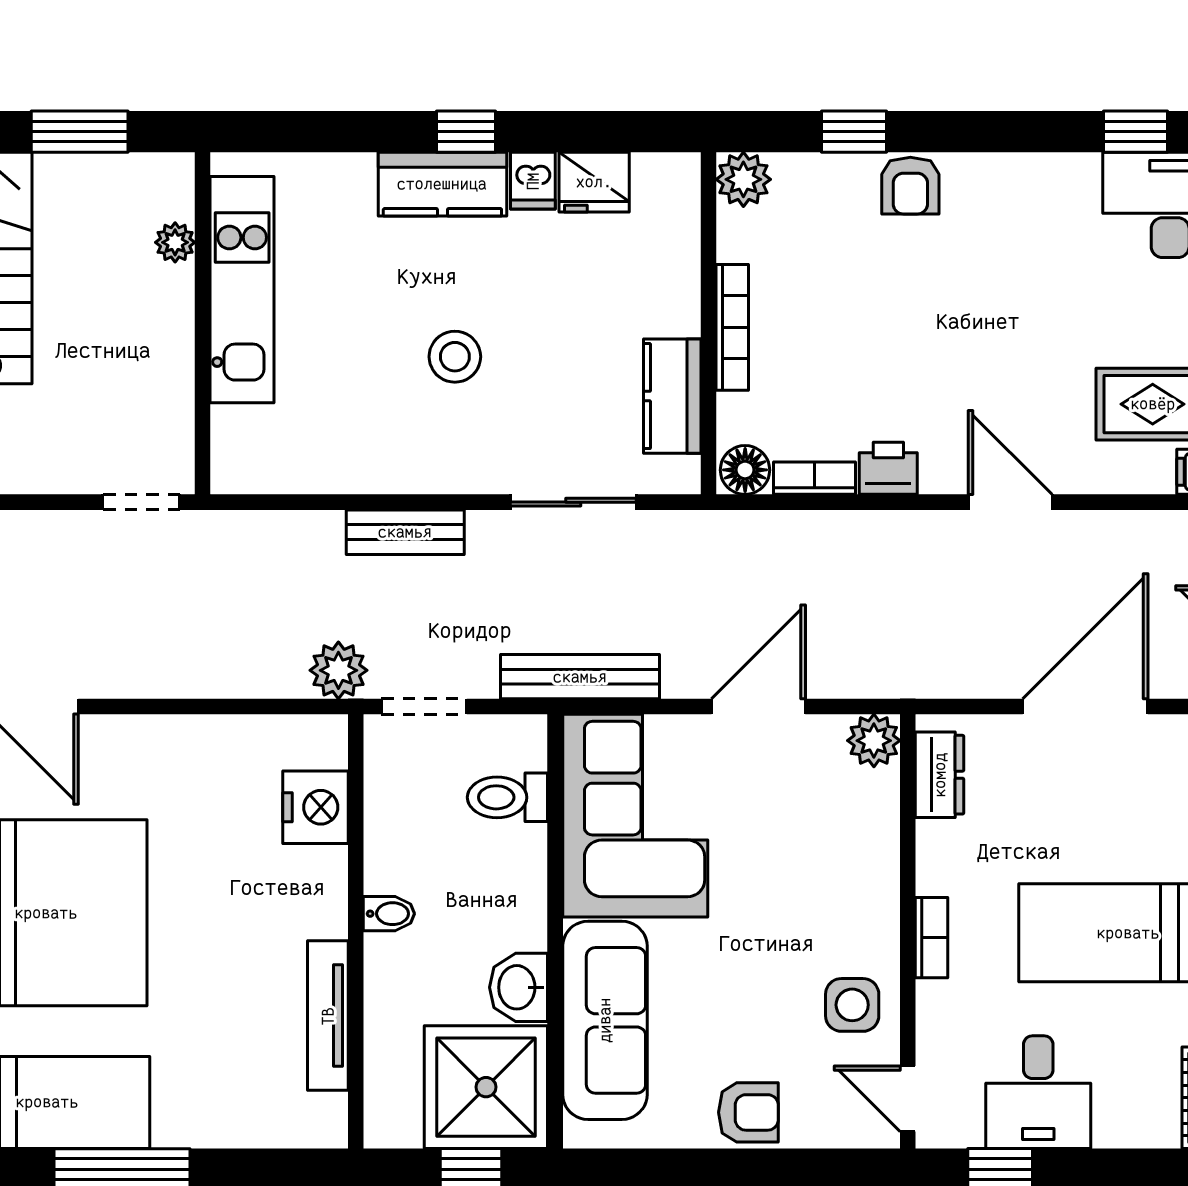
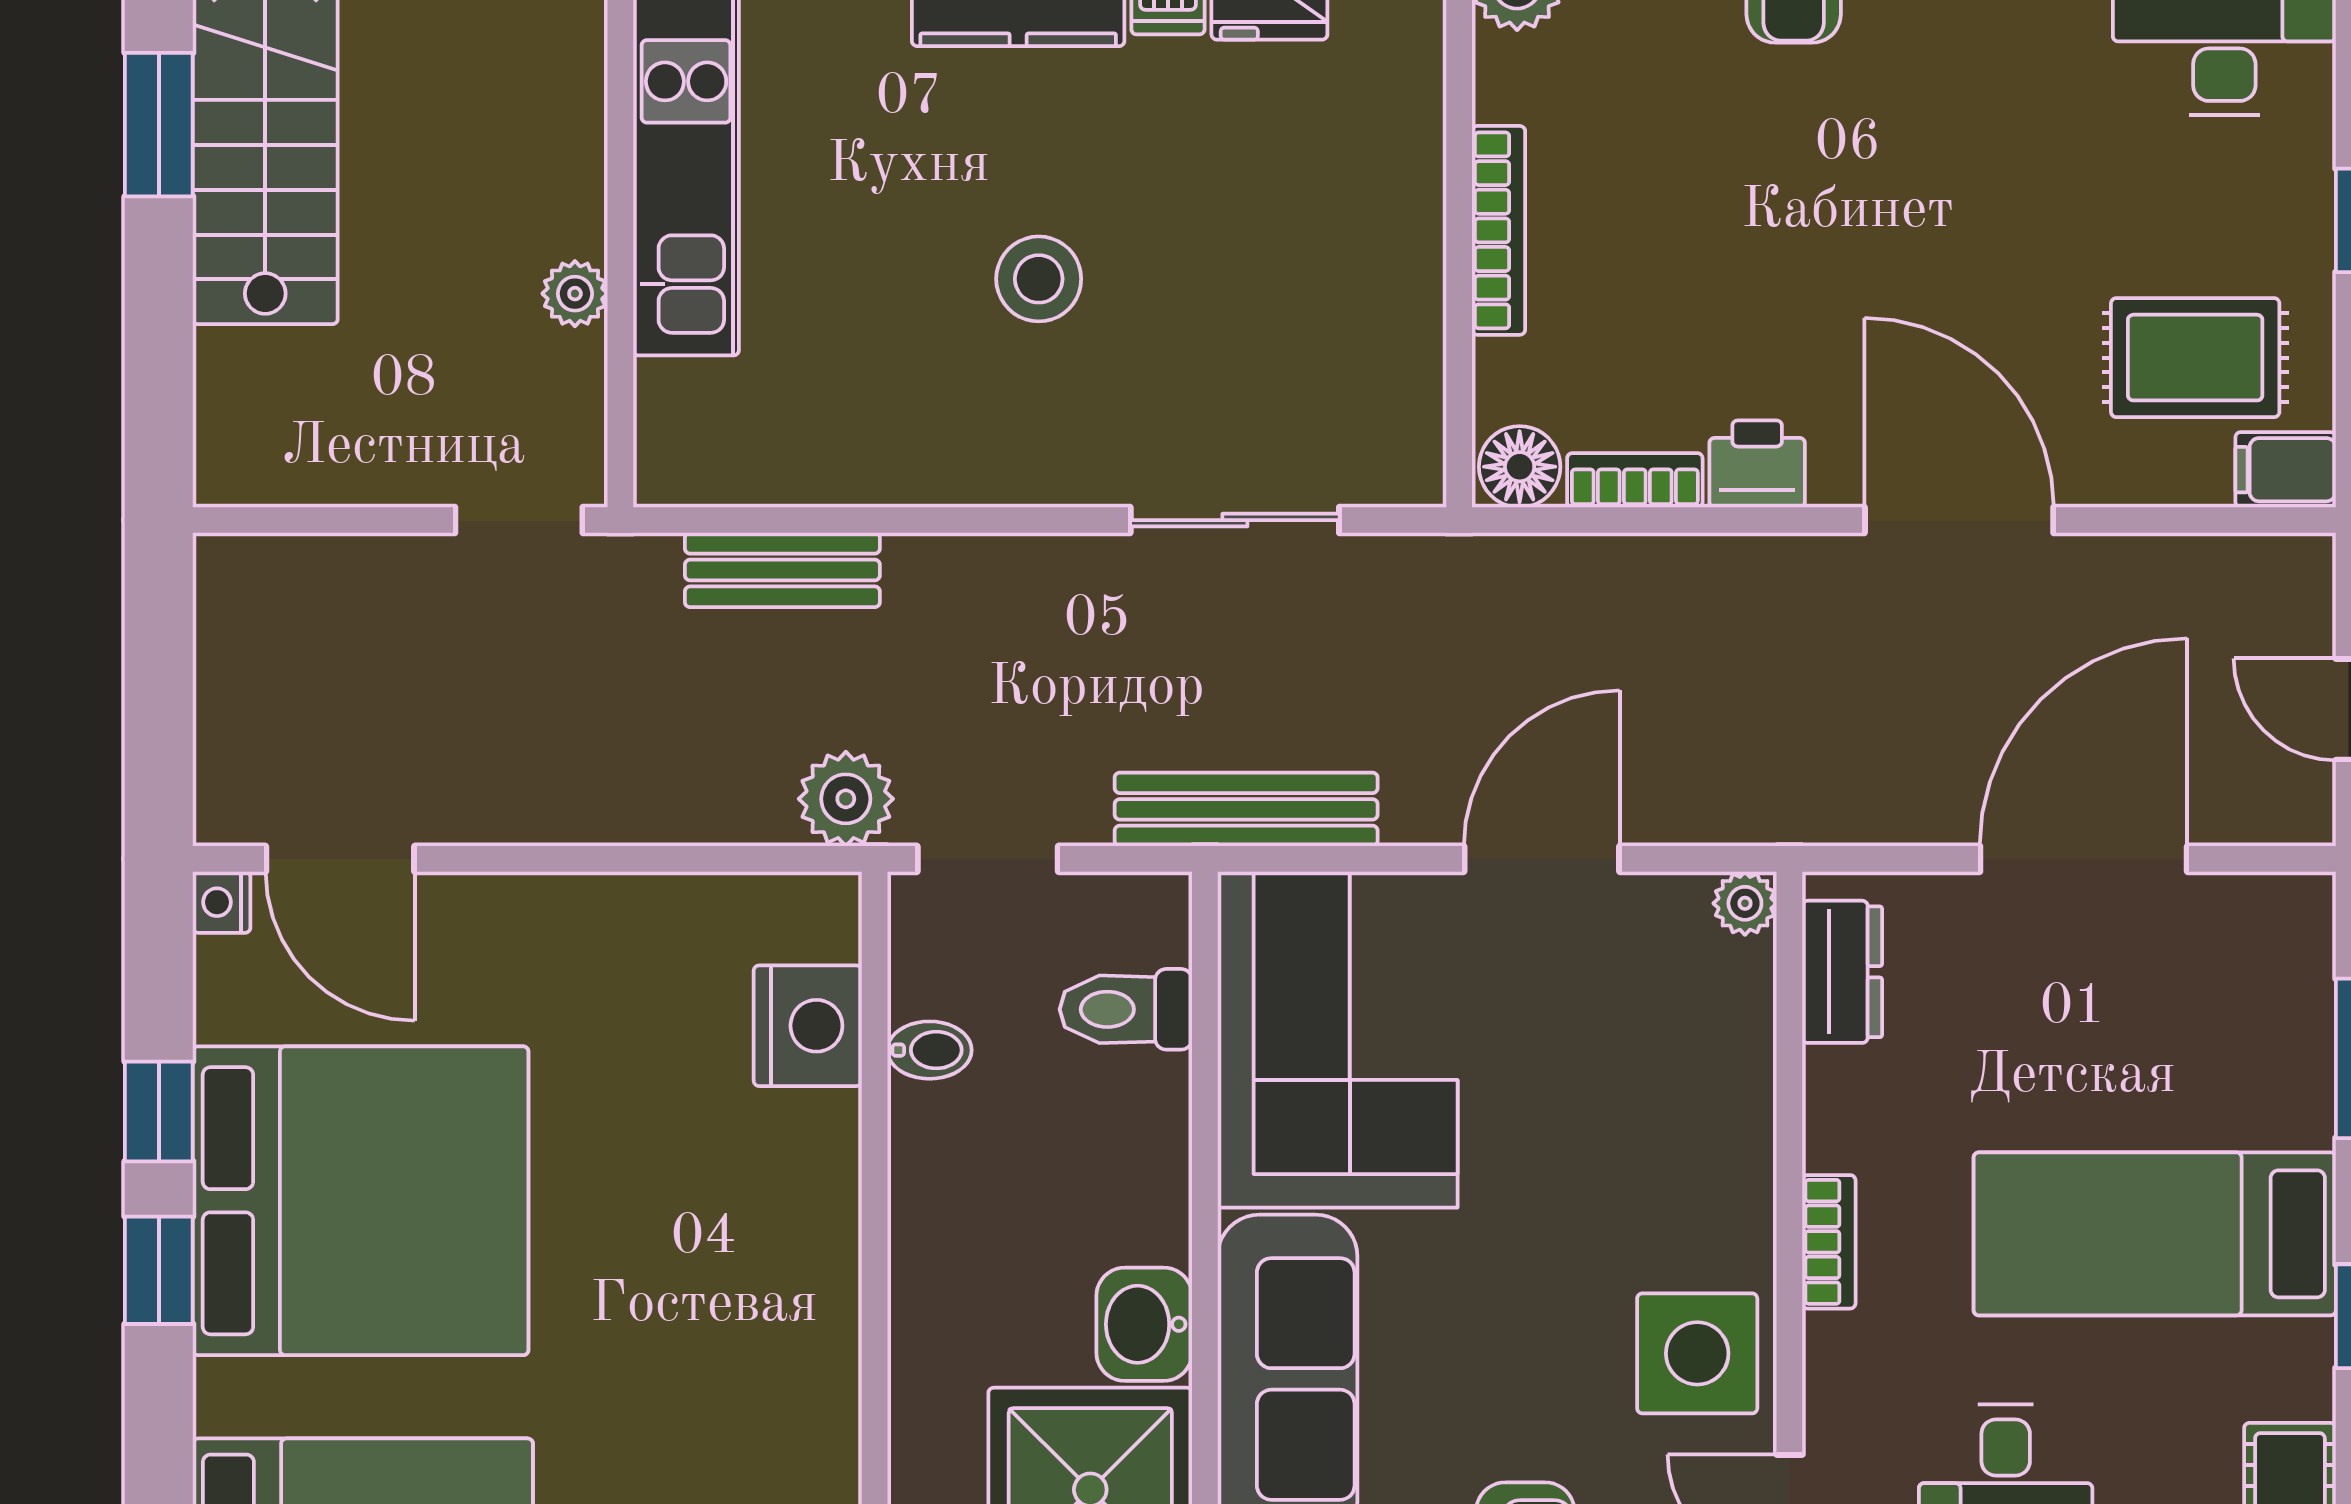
plant: (175, 242) -> (575, 294), moved
kitchen counter: (672, 396) -> (1399, 344), removed
door: (1010, 502) -> (1959, 520), width x1.36
bench: (405, 532) -> (782, 570), moved
plant: (874, 741) -> (1745, 903), width x0.73, depth x0.73
bidet: (389, 914) -> (929, 1050), moved
side table: (852, 1005) -> (1697, 1353), width x1.37, depth x1.37
tv unit: (328, 1016) -> (828, 1371), removed

